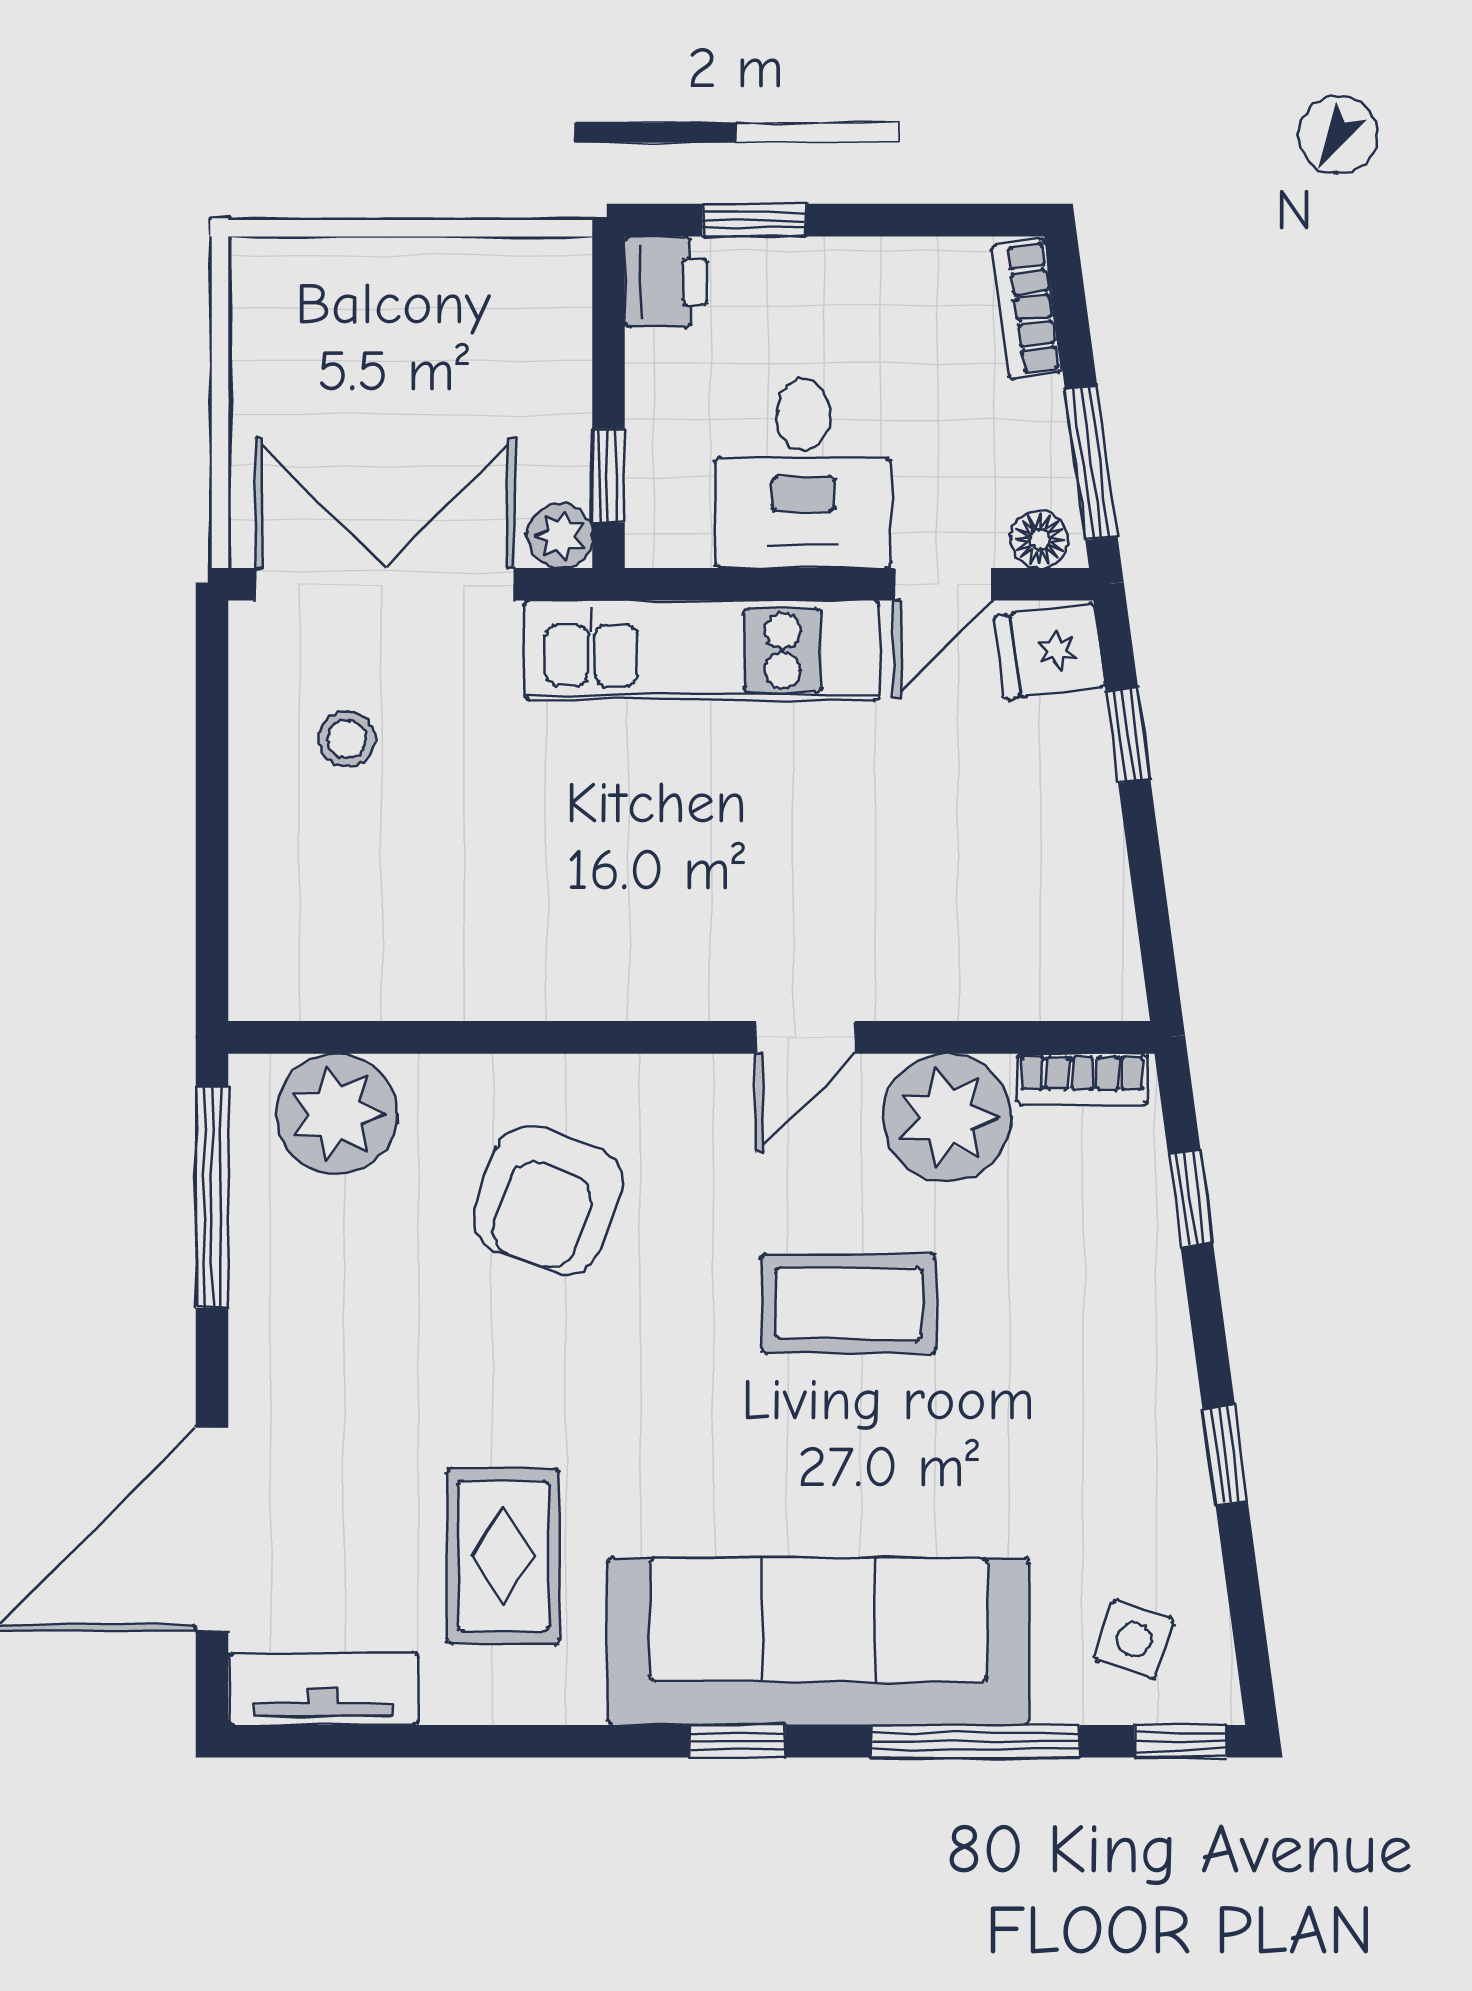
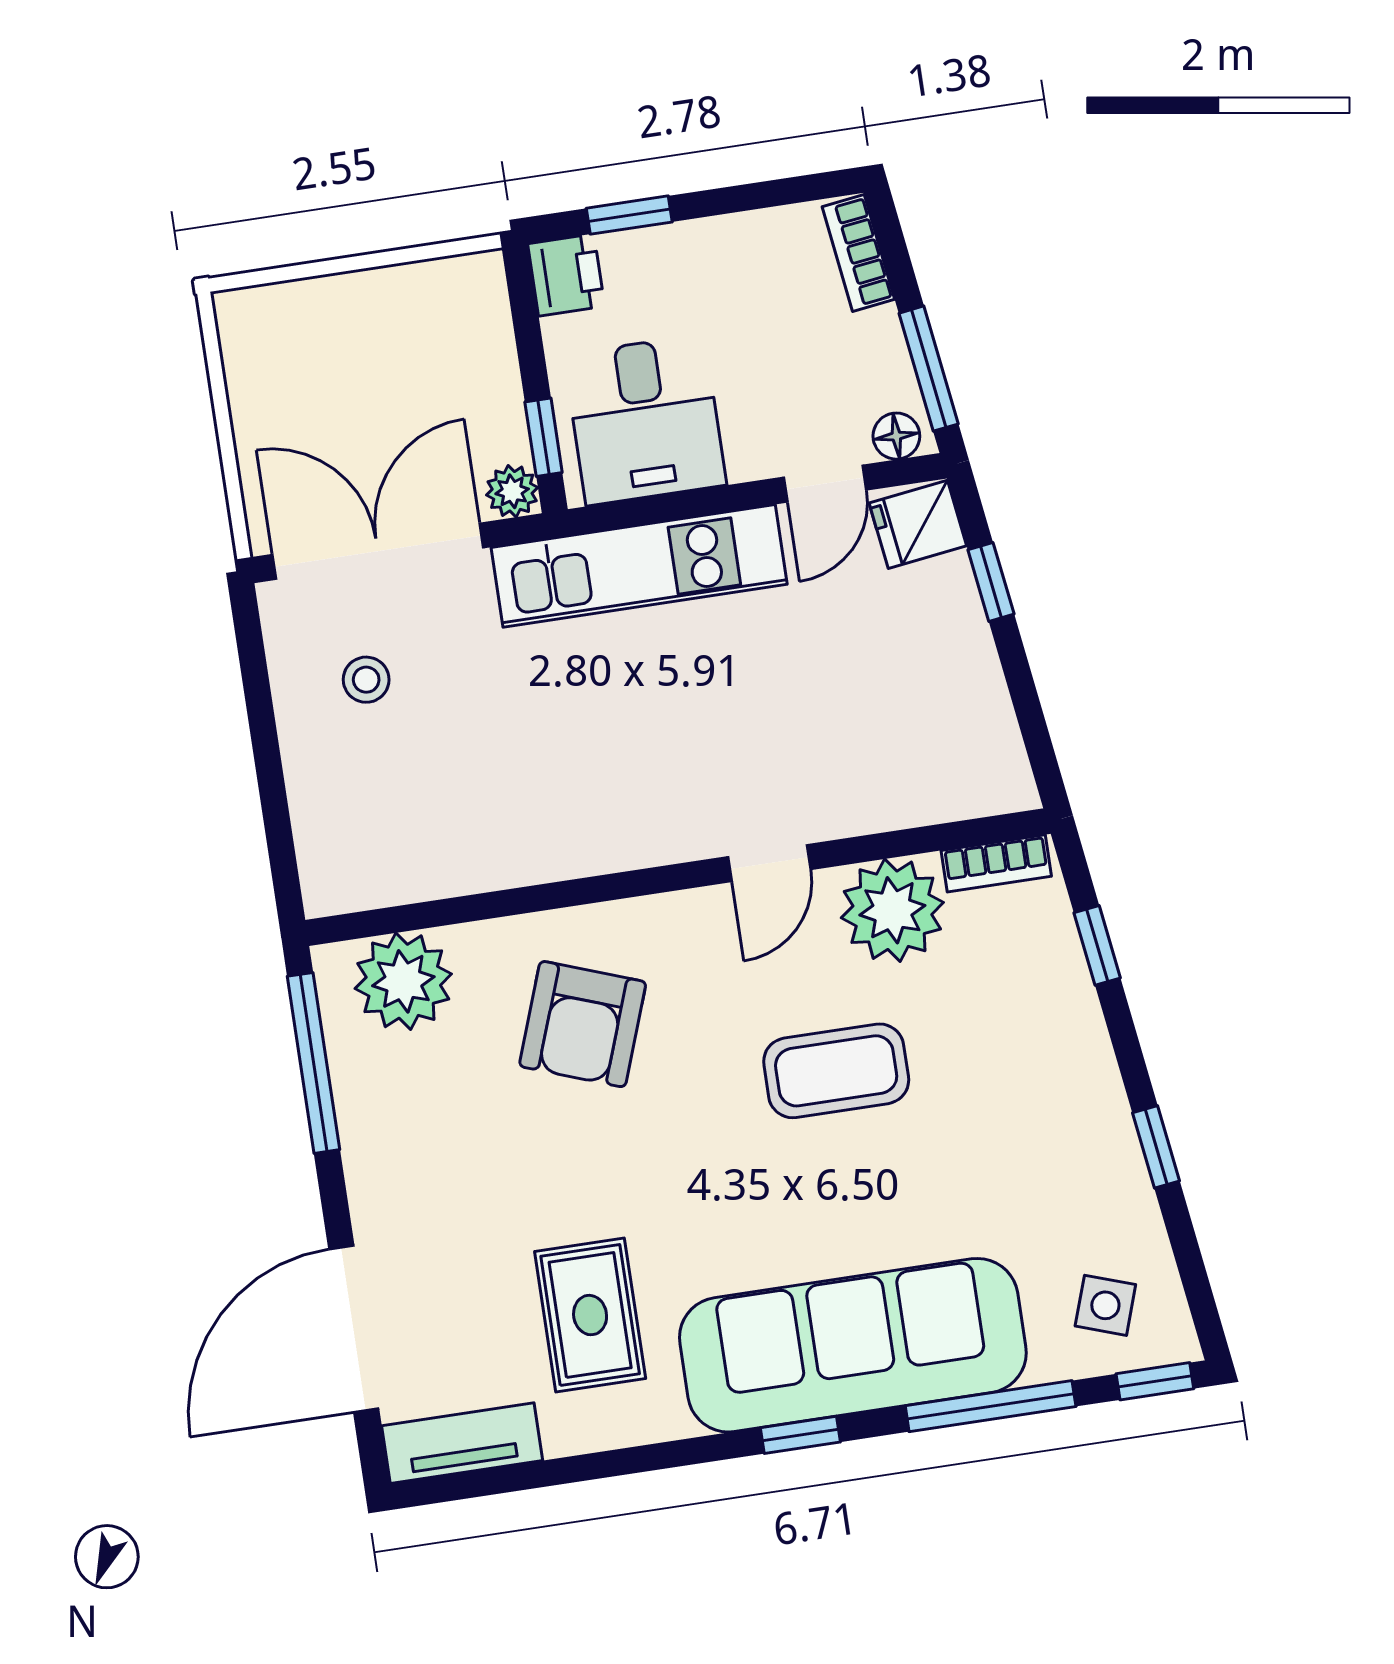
desk: (803, 473) -> (645, 420), moved

